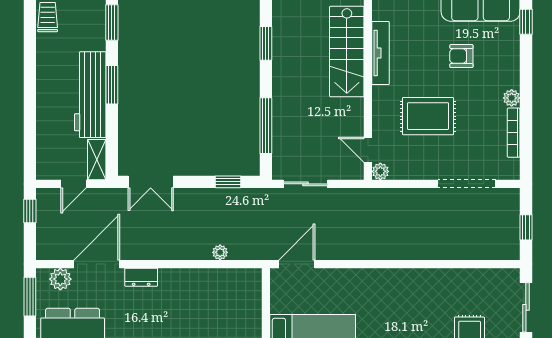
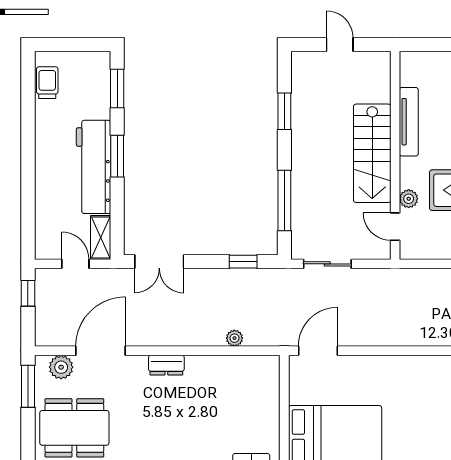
stairs: (347, 52) -> (372, 153), moved
plant: (380, 171) -> (409, 199), moved
door: (73, 184) -> (75, 264), swing flipped
dresser: (141, 277) -> (166, 365), moved

